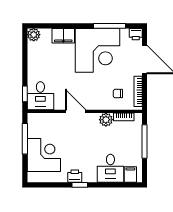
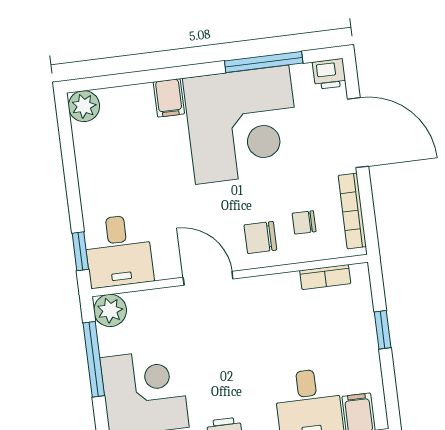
filing cabinet: (63, 36) -> (169, 98), width x0.50
chair: (99, 97) -> (260, 237), added
plant: (106, 120) -> (110, 310), moved
window: (145, 141) -> (383, 330), width x0.46

